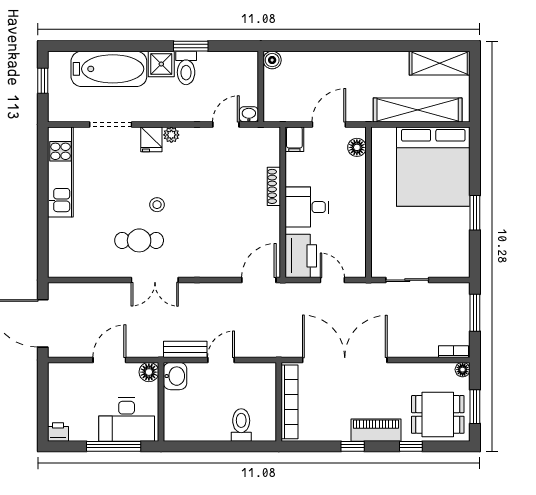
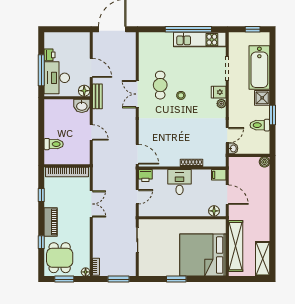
toilet: (186, 68) -> (260, 125), moved
door: (226, 125) -> (227, 135), hinge flipped
window: (43, 192) -> (188, 29), added
printer: (301, 256) -> (145, 176), width x0.53, depth x0.68
bench: (185, 349) -> (97, 96), moved
double door: (345, 360) -> (91, 204), width x0.54
printer: (58, 432) -> (50, 55), moved
window: (353, 446) -> (41, 195), moved

